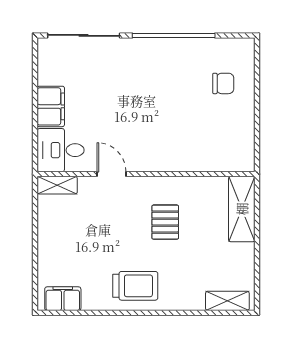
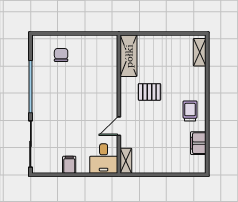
filing cabinet: (51, 106) -> (69, 165), width x0.50
shelving: (242, 209) -> (129, 56), moved, turned 90
trolley: (135, 286) -> (190, 111), width x0.73, depth x0.72
filing cabinet: (63, 299) -> (198, 143), moved

